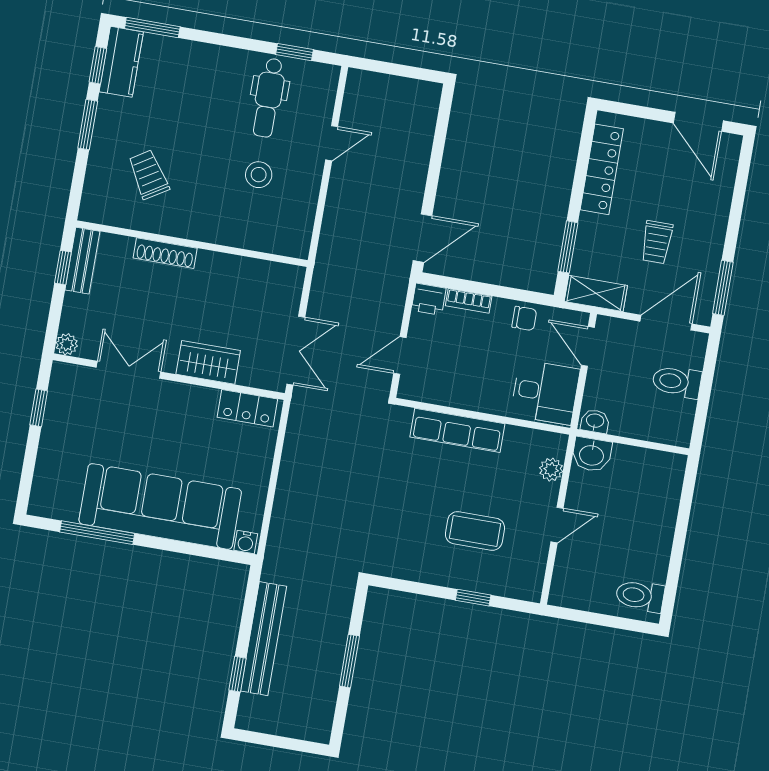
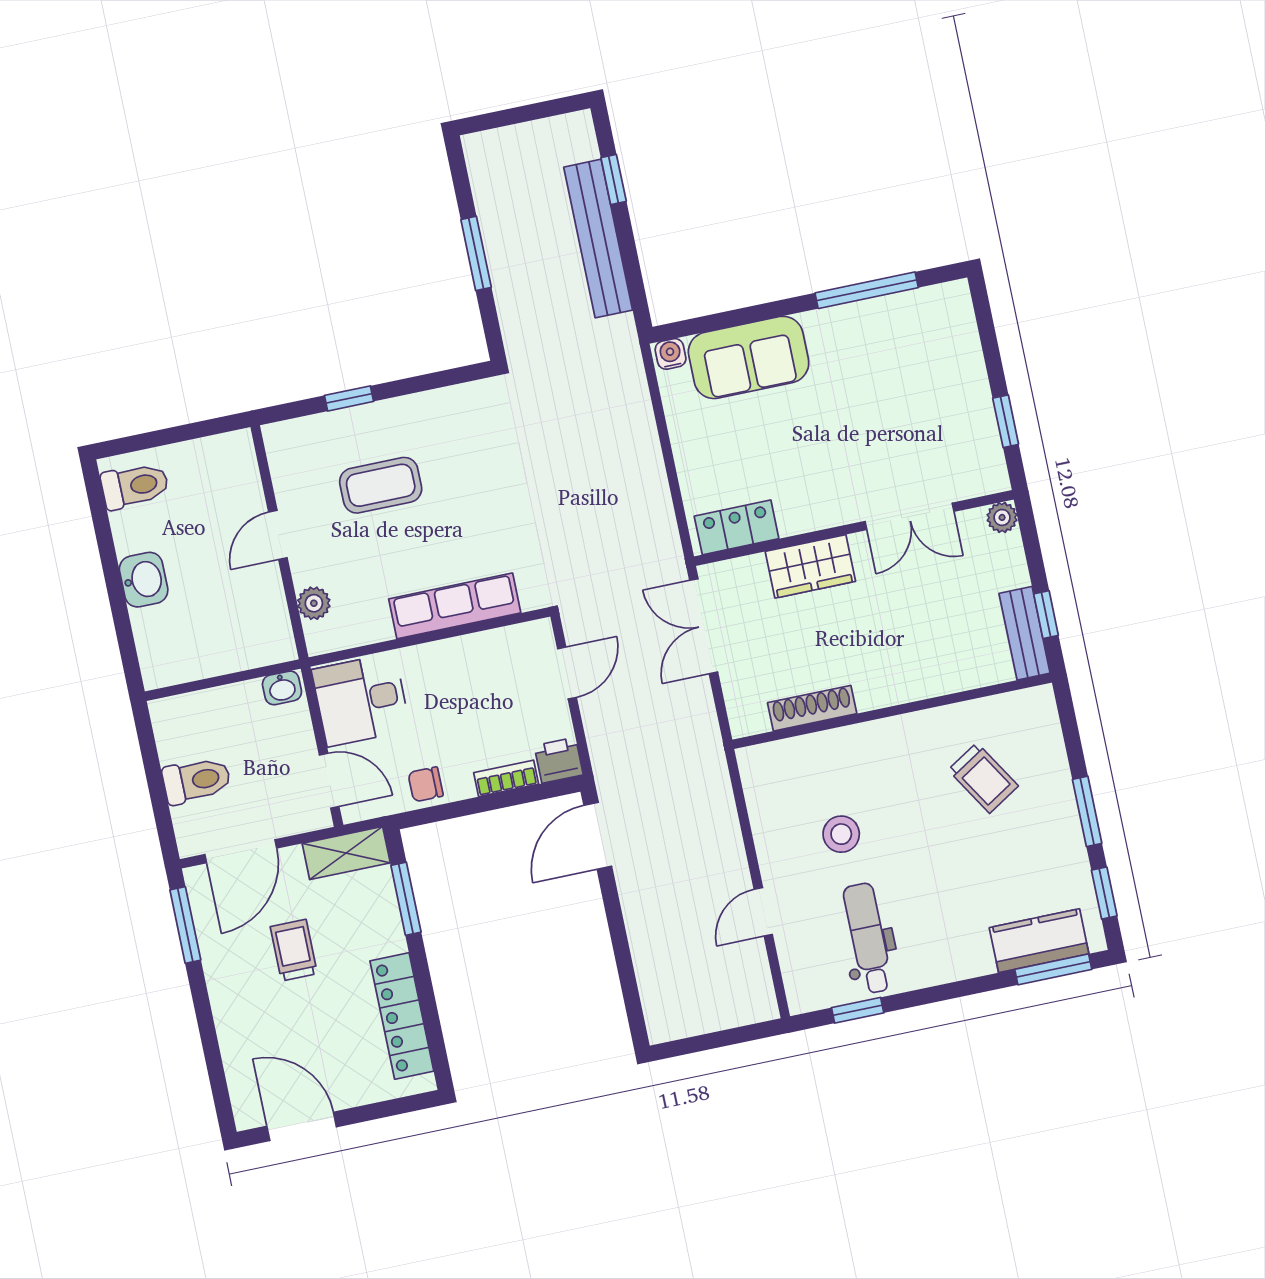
kitchen counter: (121, 62) -> (1039, 941), moved, turned 90
shoe rack: (165, 253) -> (812, 708), moved
washbasin: (592, 455) -> (144, 580), moved, turned 90
sofa: (160, 506) -> (749, 357), width x0.54, depth x0.79

